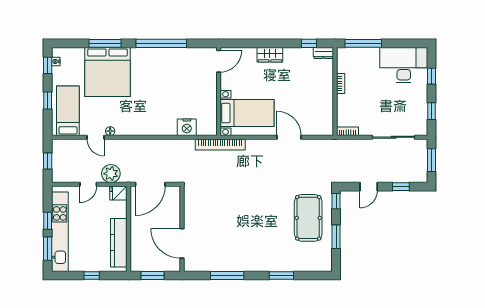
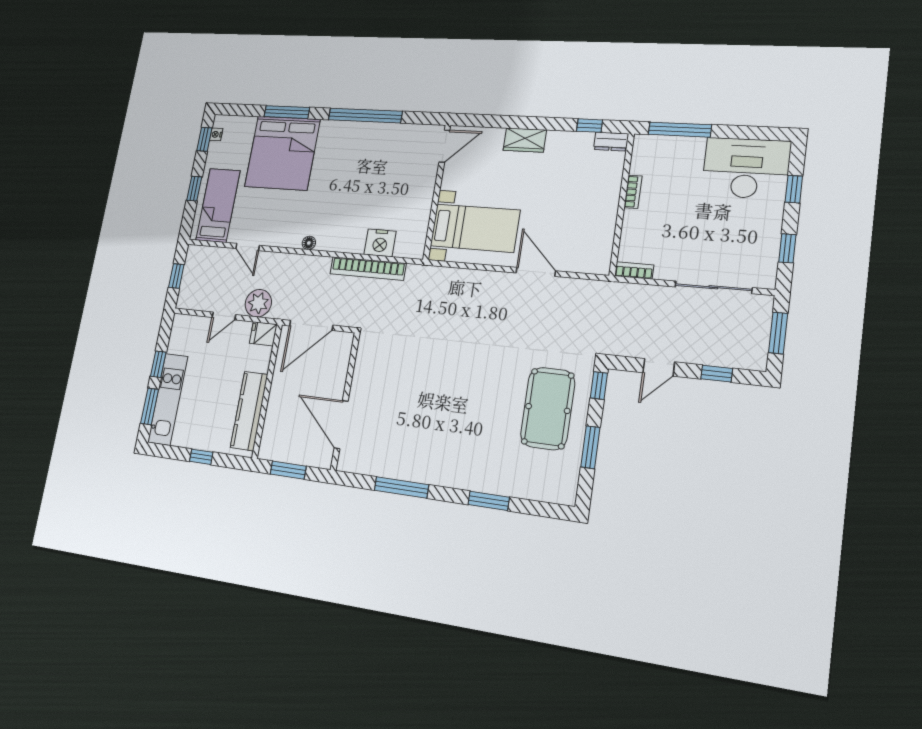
floor lamp: (110, 131) -> (309, 243), moved
bookcase: (220, 144) -> (368, 269), moved
kitchen unit: (60, 232) -> (168, 399), width x0.73

